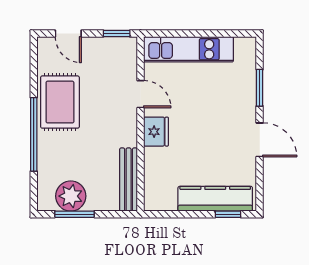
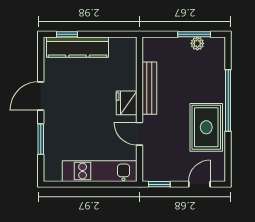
door: (68, 34) -> (199, 184), hinge flipped
door: (260, 140) -> (41, 96), hinge flipped
bench: (129, 180) -> (149, 88), moved
plant: (71, 196) -> (197, 43), width x0.53, depth x0.53

